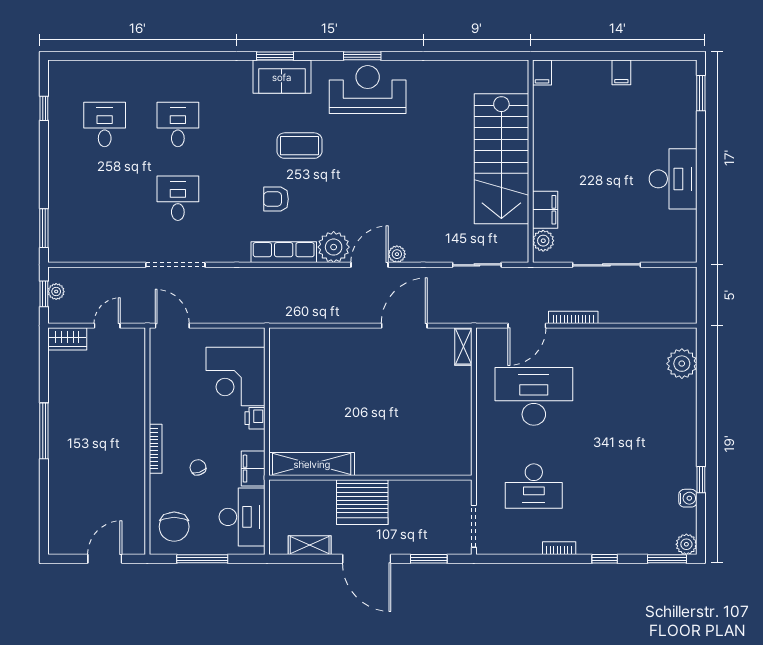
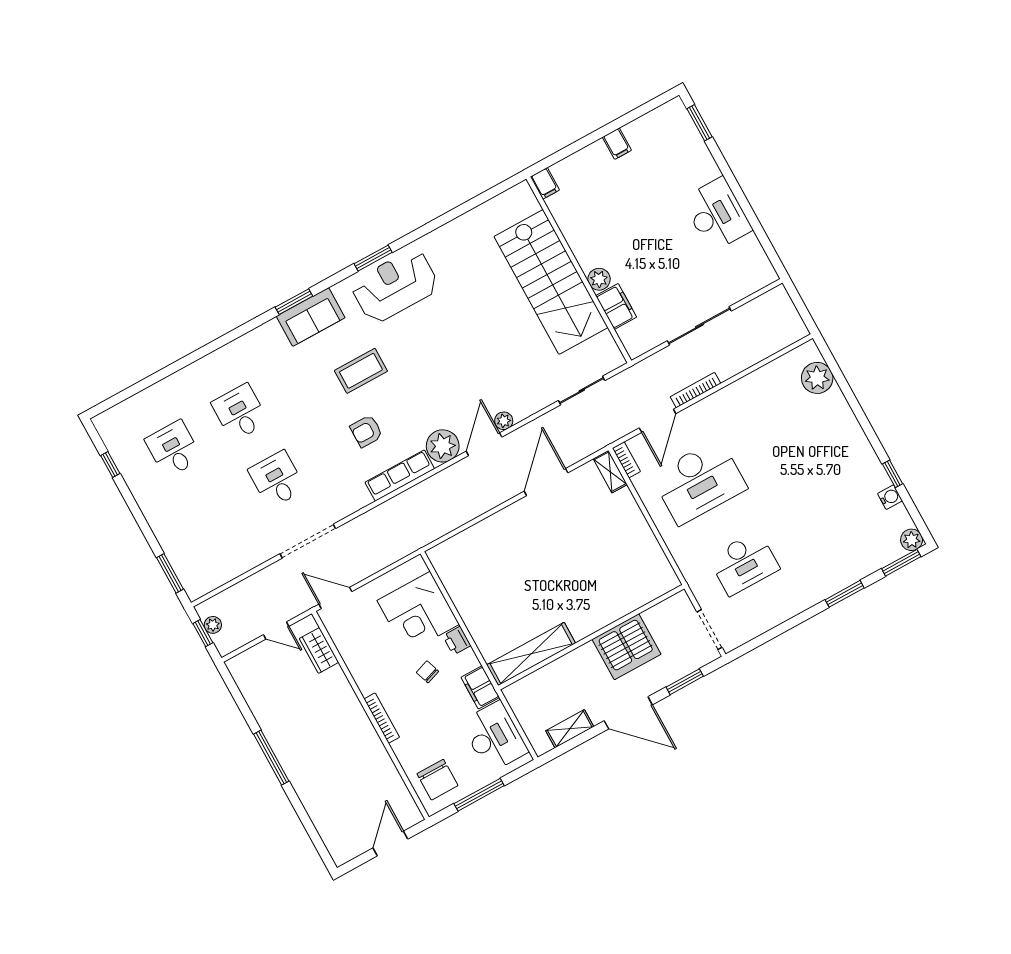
plant: (543, 241) -> (599, 279), moved
door: (107, 326) -> (276, 630), swing flipped
wardrobe: (67, 339) -> (319, 650), moved, turned 90
desk: (534, 396) -> (699, 482), turned 180
chair: (198, 467) -> (427, 672), moved
server rack: (362, 502) -> (627, 647), moved
bookcase: (559, 548) -> (626, 460), moved, turned 90
window: (605, 559) -> (845, 594), width x1.50

